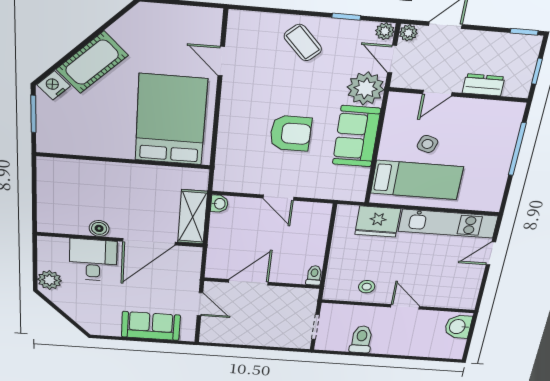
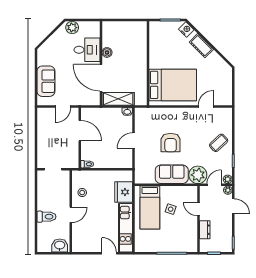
cot: (92, 62) -> (201, 46), width x0.73, depth x0.75
toilet: (361, 339) -> (46, 217), moved

